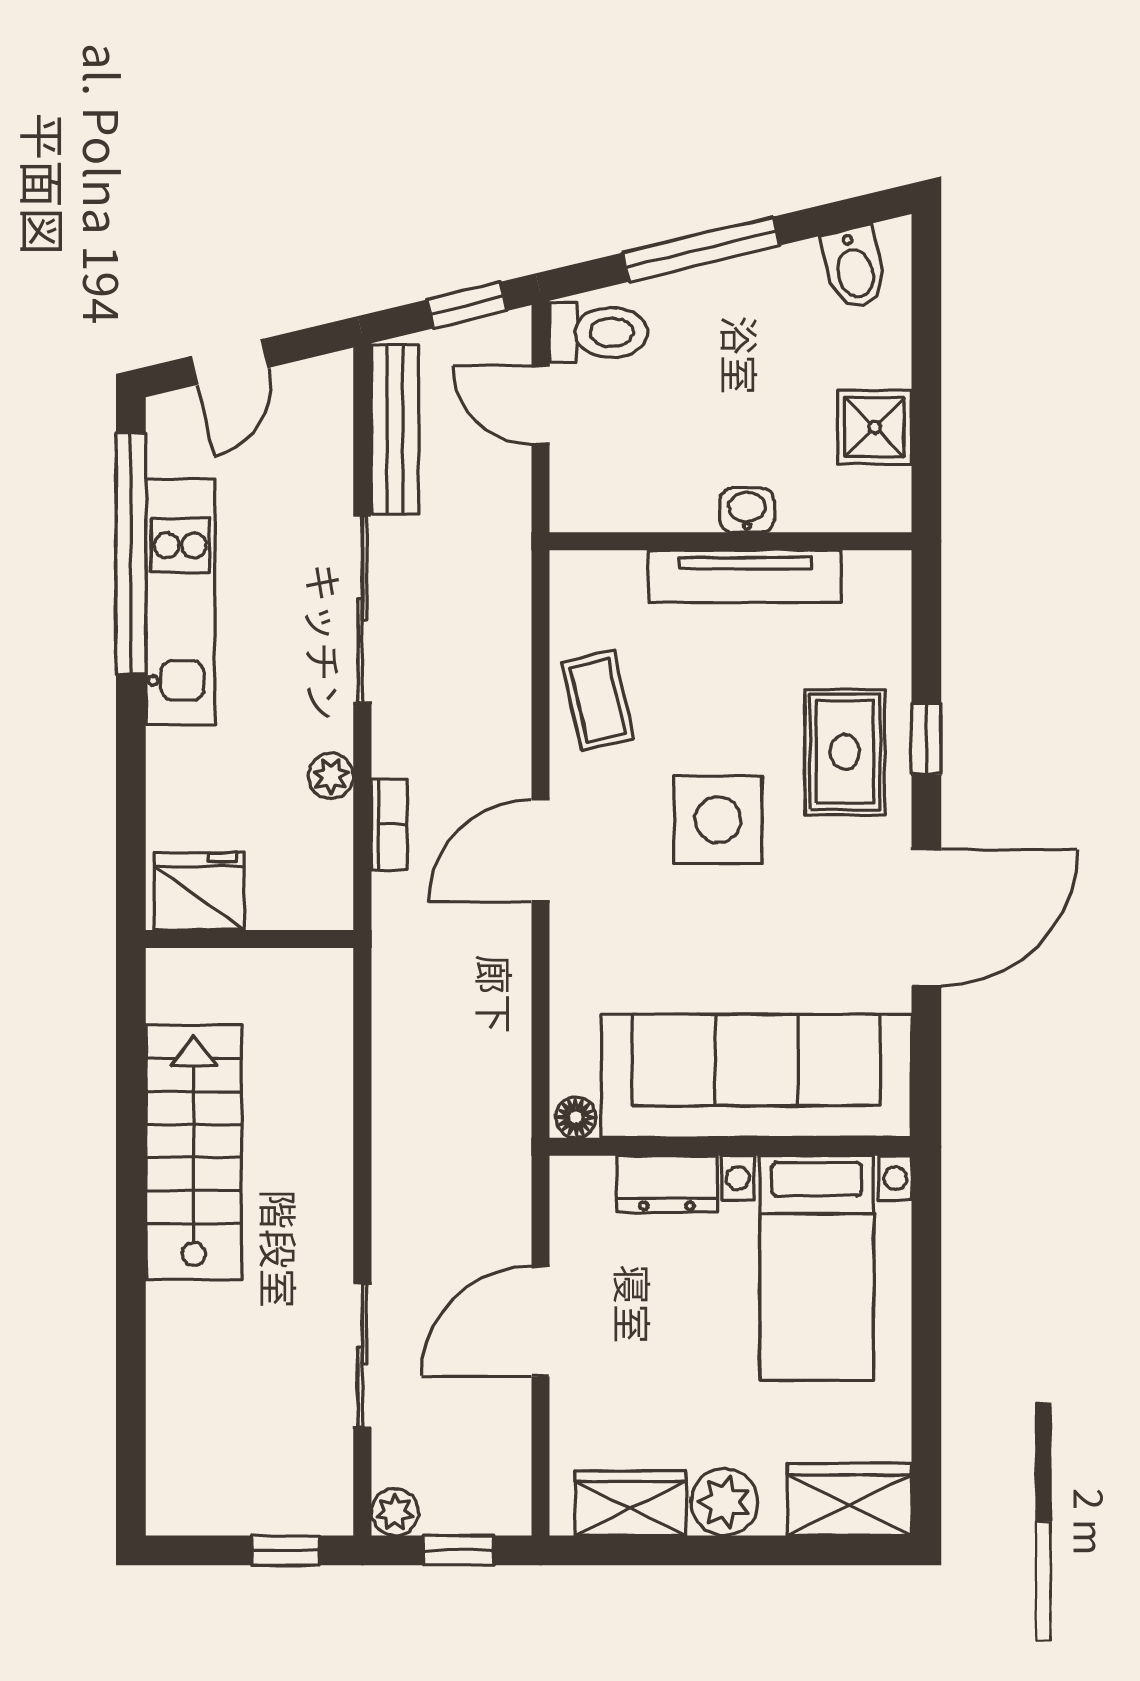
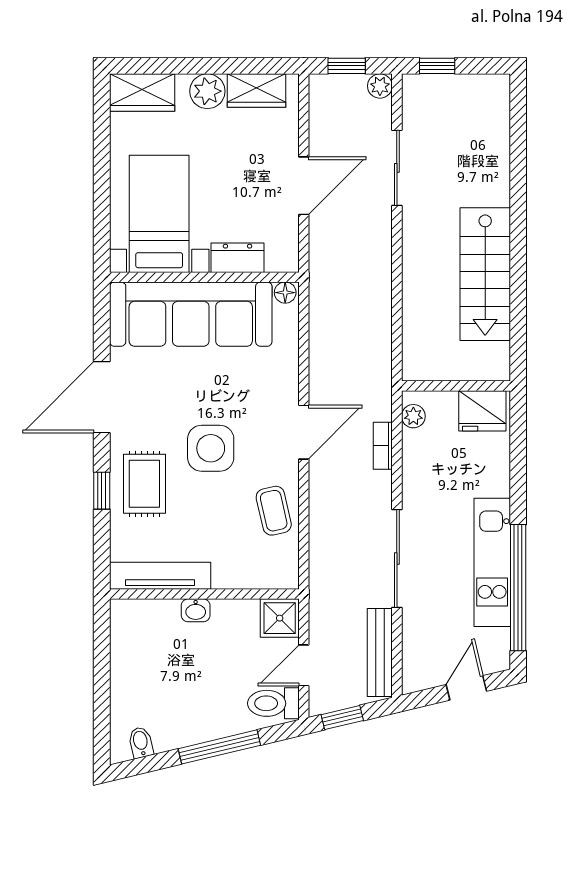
bidet: (854, 268) -> (141, 742), width x0.72, depth x0.74
door: (540, 405) -> (304, 665), swing flipped
shower: (875, 427) -> (280, 618), moved
tv unit: (745, 576) -> (160, 576), moved
plant: (331, 776) -> (413, 416), moved

